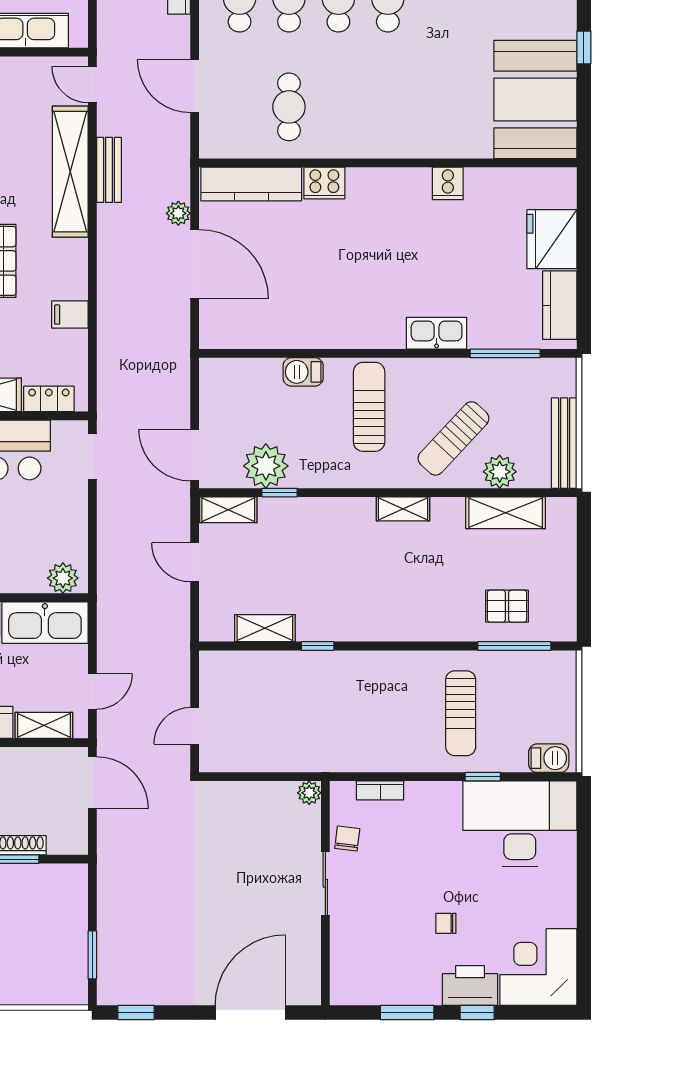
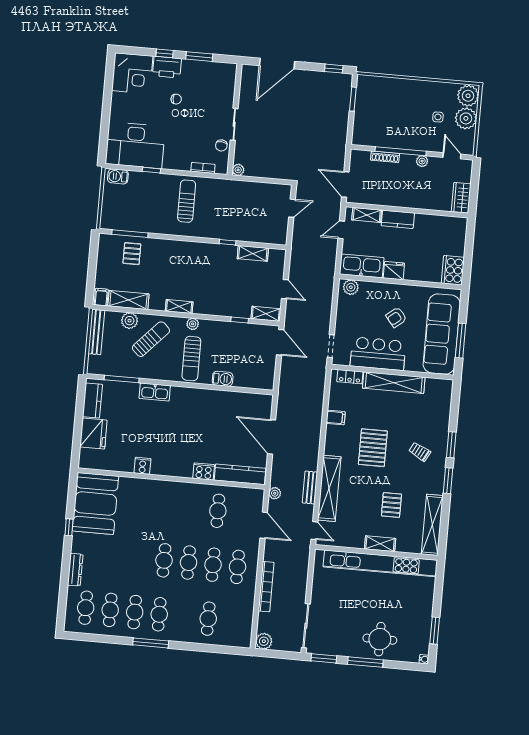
plant: (178, 213) -> (275, 493), moved
plant: (266, 466) -> (193, 324), moved, width x0.53, depth x0.53
filing cabinet: (560, 514) -> (101, 297), added
pallet: (507, 606) -> (132, 254), turned 90
sun lounger: (461, 713) -> (187, 201), moved

